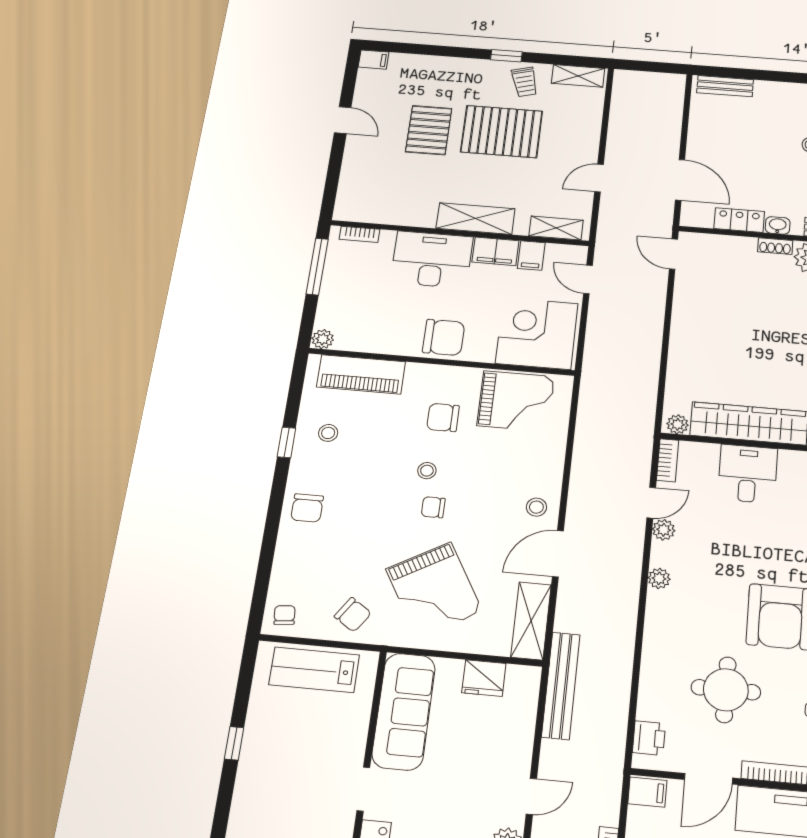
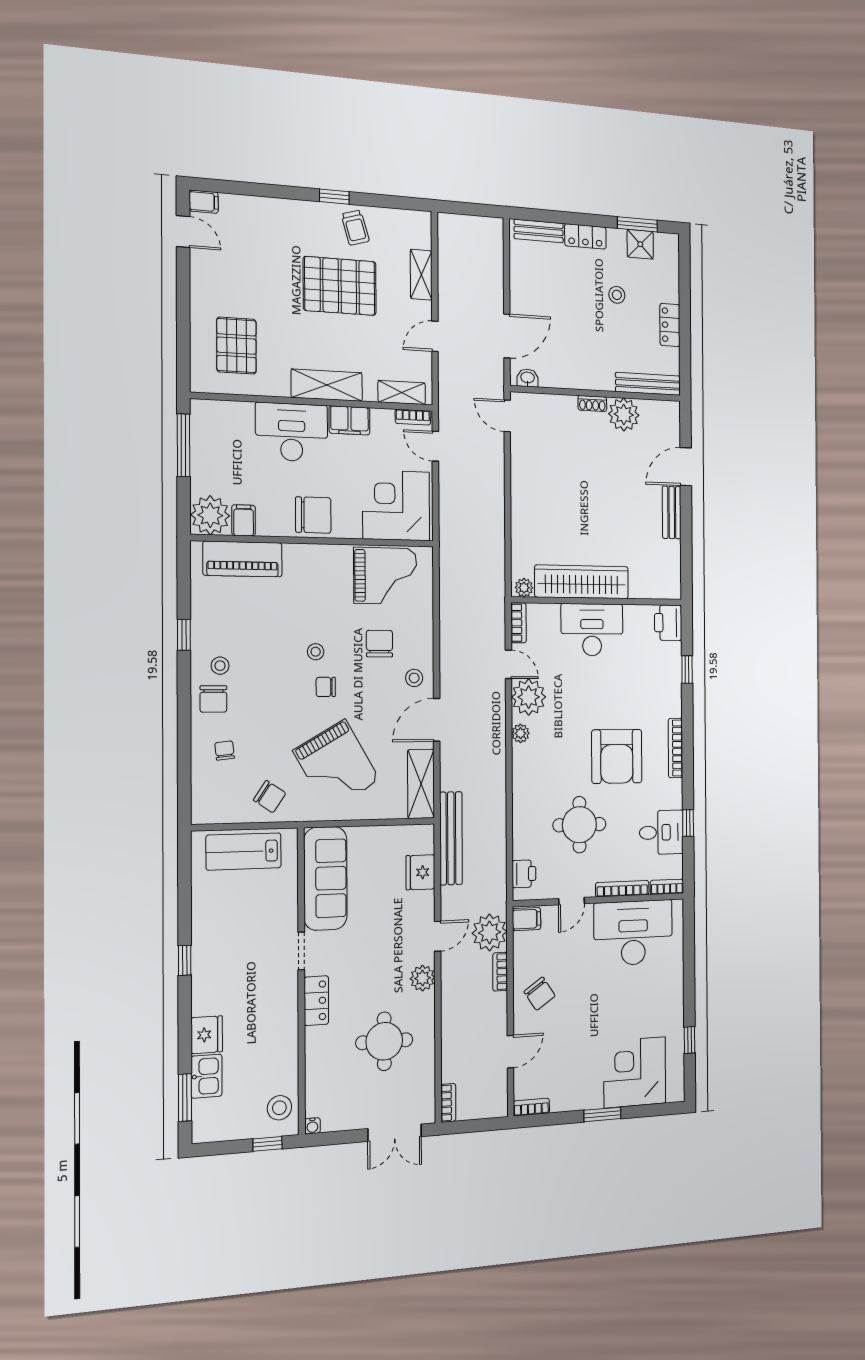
shelving: (578, 76) -> (421, 275), moved, turned 90
door: (343, 120) -> (183, 232), moved
pallet: (429, 130) -> (236, 346), moved
door: (680, 180) -> (507, 336), hinge flipped
locker: (739, 220) -> (585, 236), moved, turned 180
washbasin: (778, 225) -> (528, 378), moved
bookcase: (360, 234) -> (413, 417), moved
filing cabinet: (531, 256) -> (244, 520), moved, turned 180
plant: (323, 339) -> (210, 515), width x1.87, depth x1.87
chair: (443, 417) -> (379, 644), moved, turned 90
stool: (328, 433) -> (220, 666), moved
desk: (748, 474) -> (592, 630), width x1.37
door: (651, 503) -> (508, 664), hinge flipped
plant: (664, 530) -> (529, 697), width x1.87, depth x1.87
chair: (284, 615) -> (225, 750), moved
fridge: (484, 678) -> (420, 872), moved, turned 90
window: (234, 743) -> (185, 960), moved
door: (708, 779) -> (572, 901), width x0.73
plant: (598, 801) -> (490, 932), added

